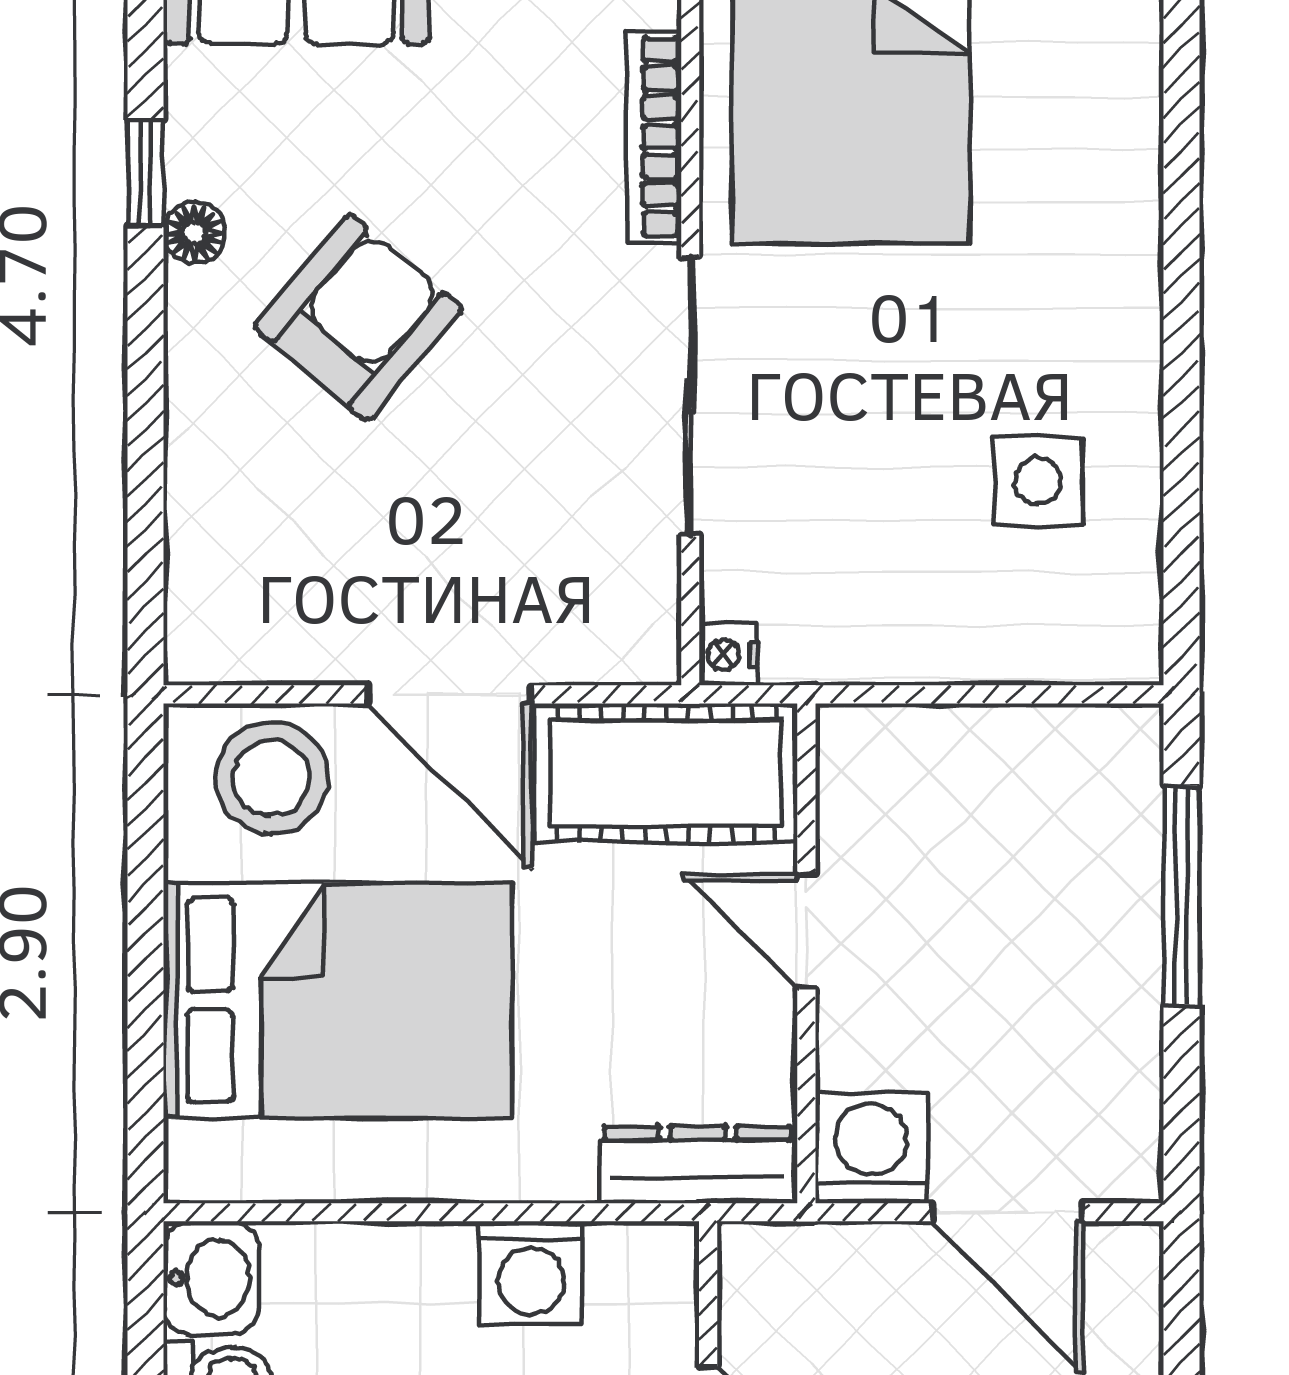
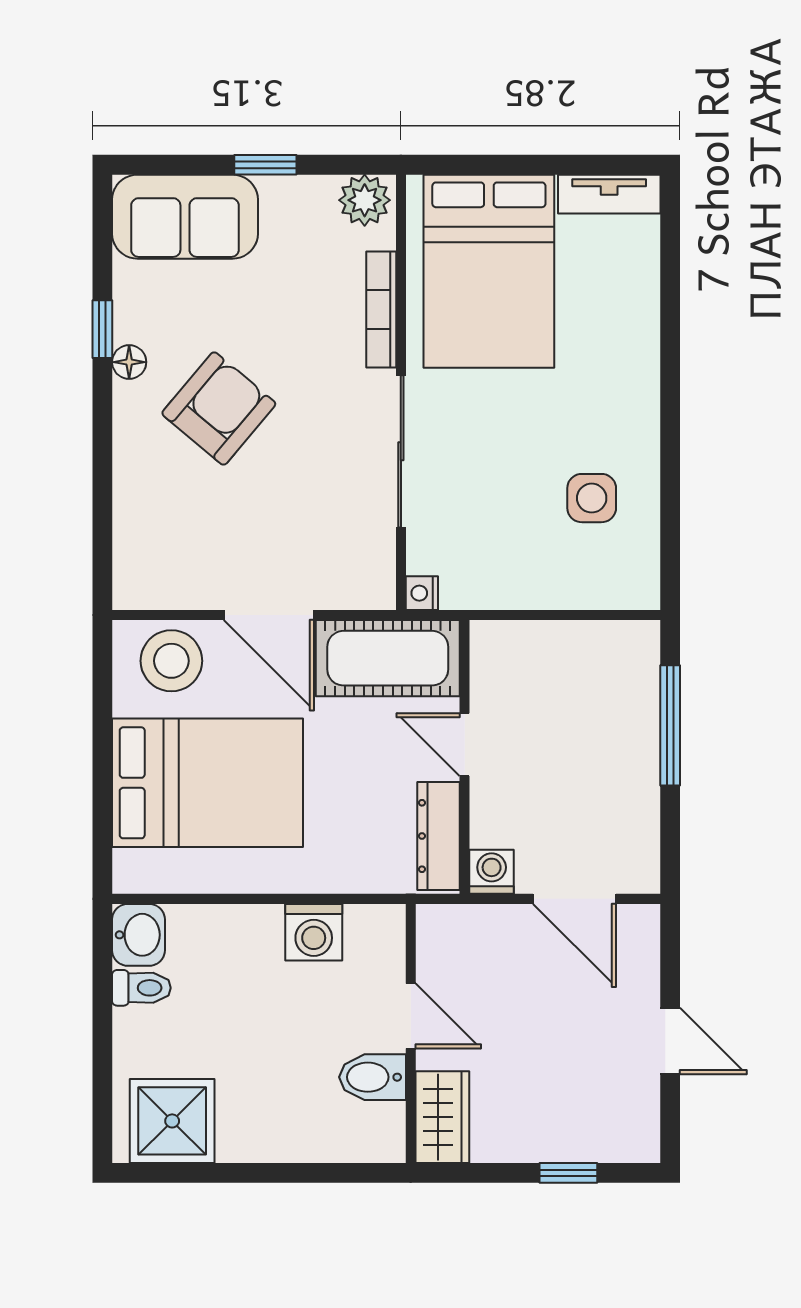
washing machine: (871, 1148) -> (492, 872), width x0.73, depth x0.73
dresser: (698, 1165) -> (438, 836), moved, turned -90

